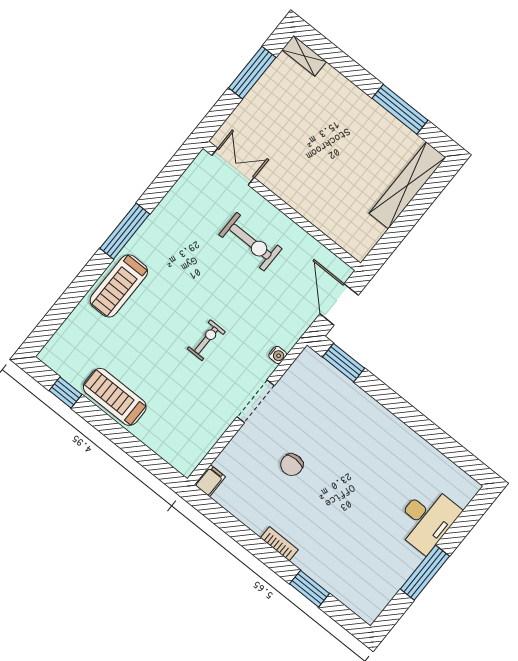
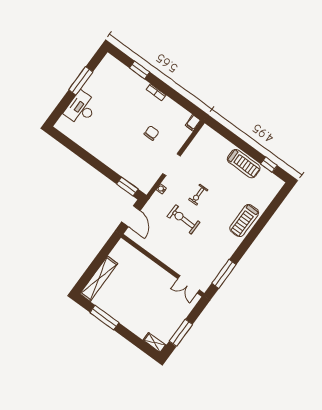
window: (125, 231) -> (224, 274), moved
exercise bike: (250, 242) -> (184, 219), moved
treadmill: (119, 286) -> (244, 221), turned 180

